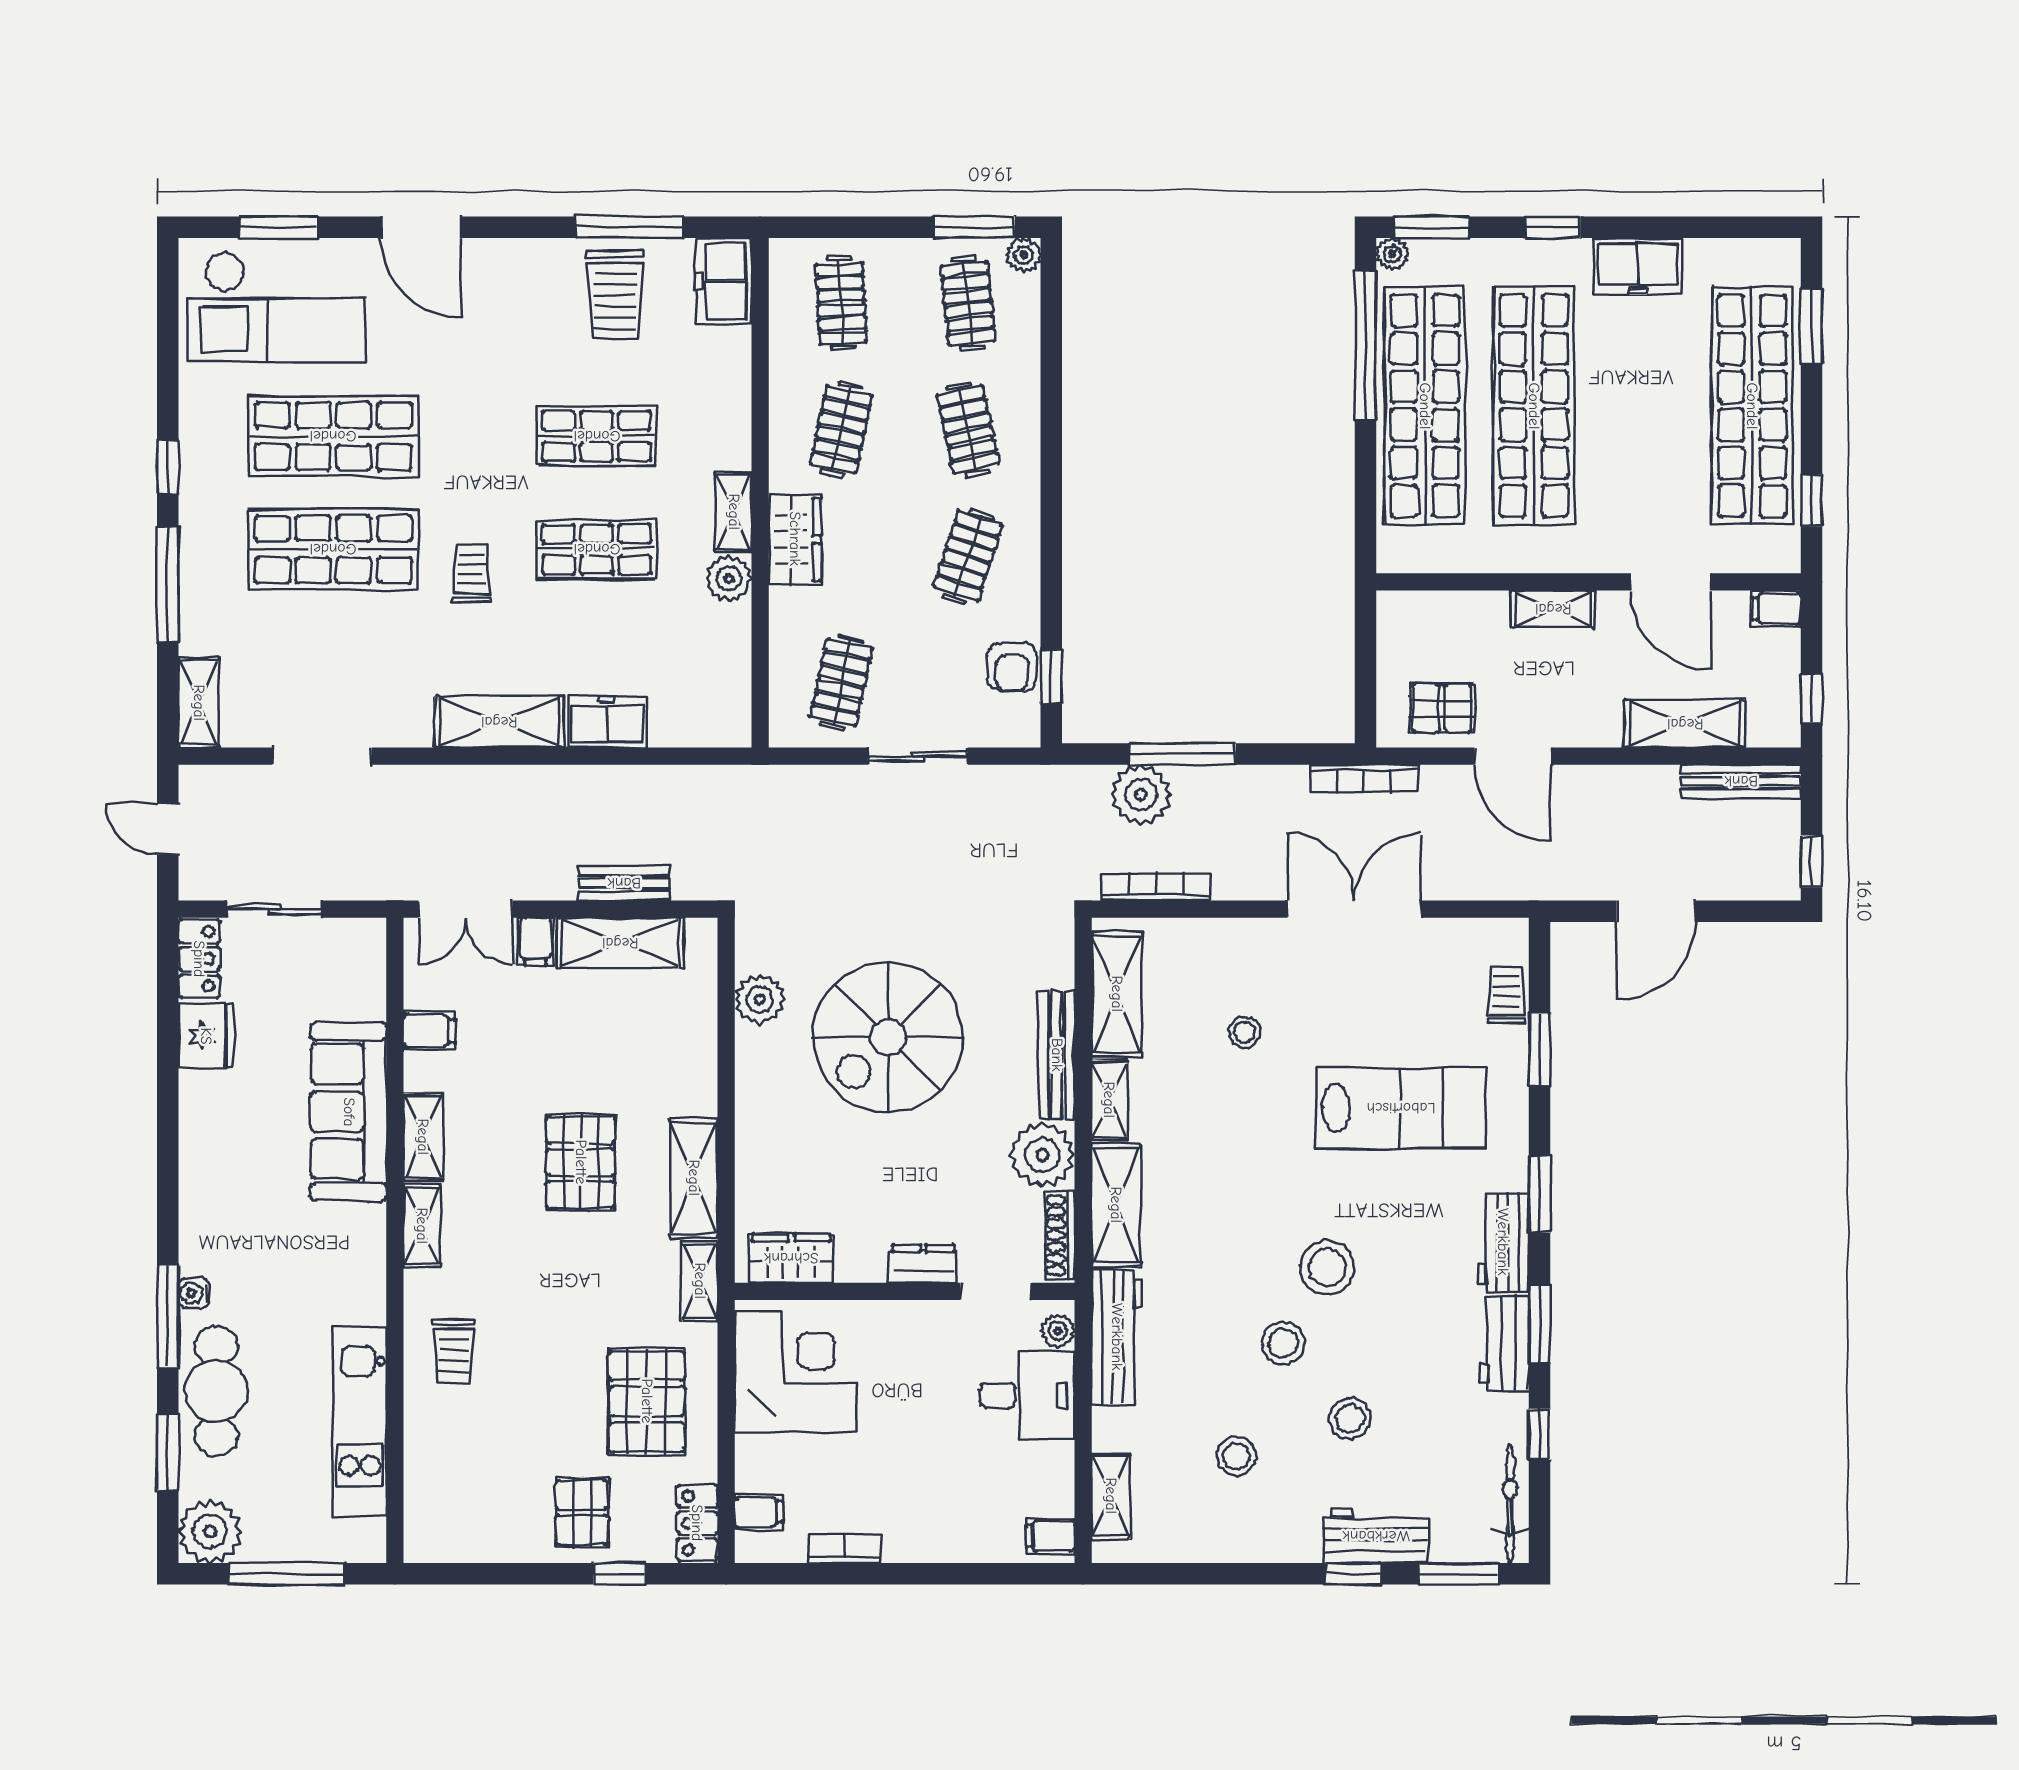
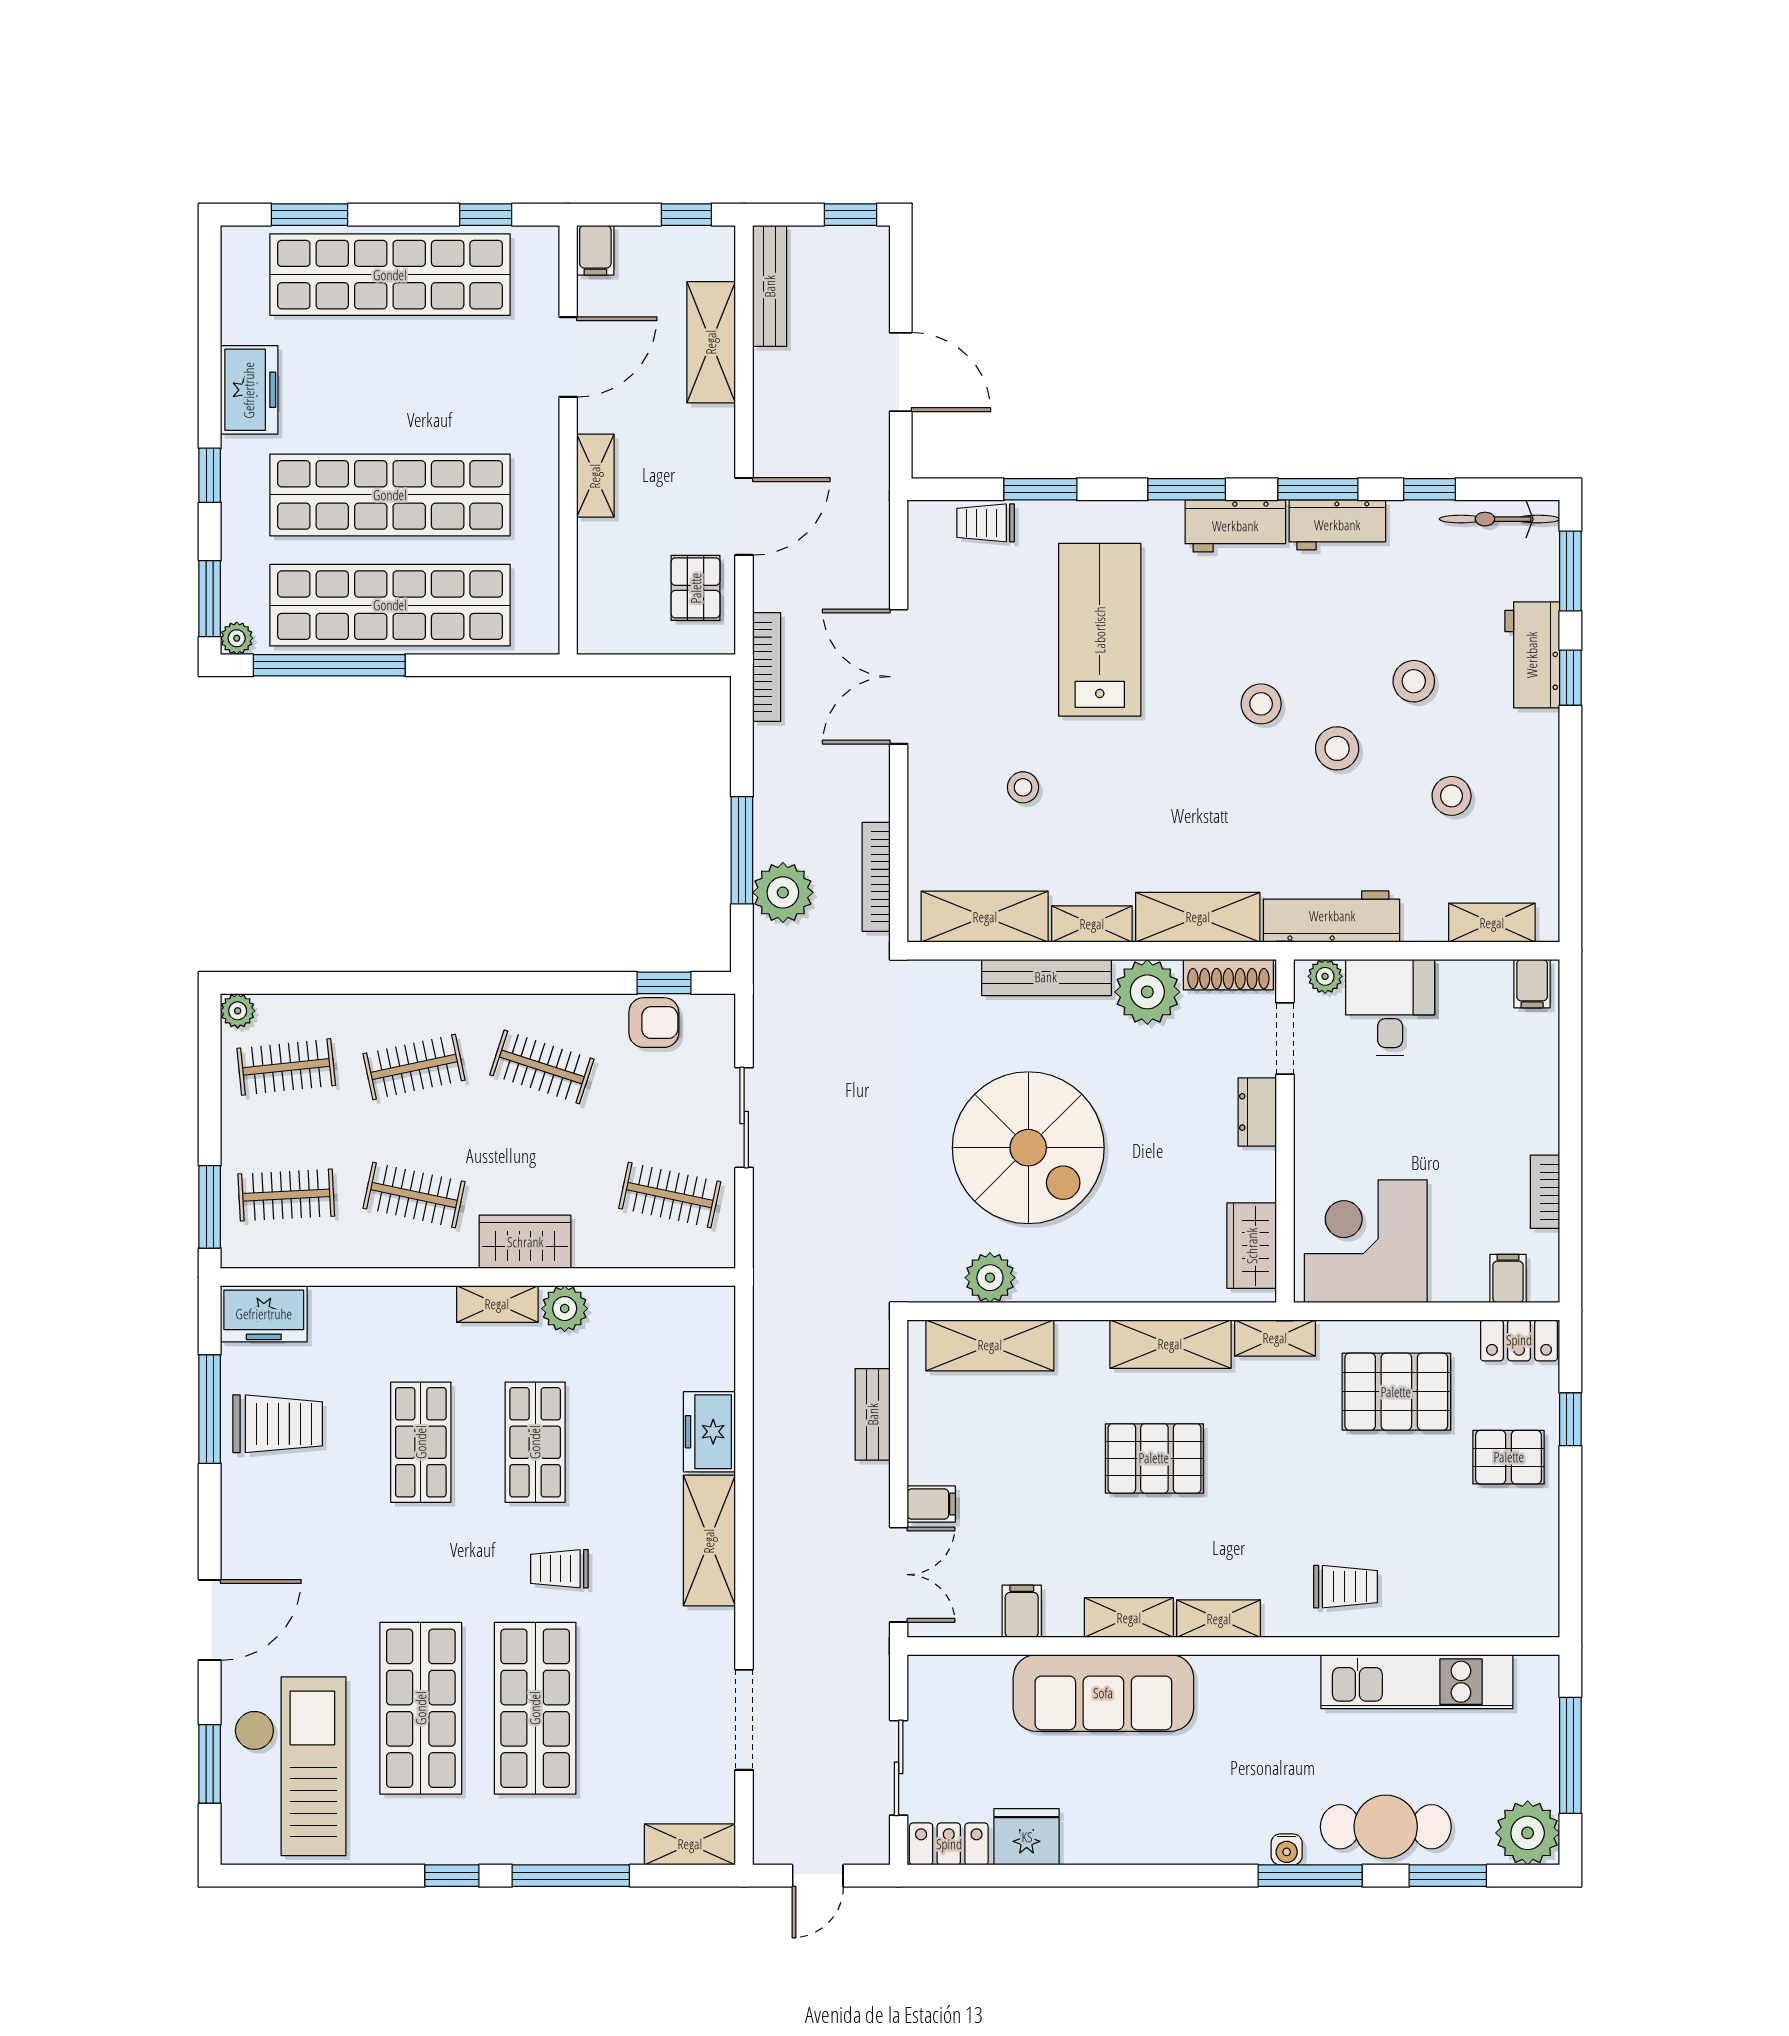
window: (974, 227) -> (210, 1207), moved
shelving: (620, 943) -> (990, 1345), moved, turned 90
stool: (1327, 1268) -> (1261, 704), width x0.73, depth x0.73

